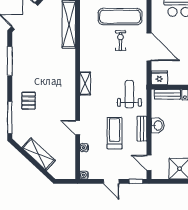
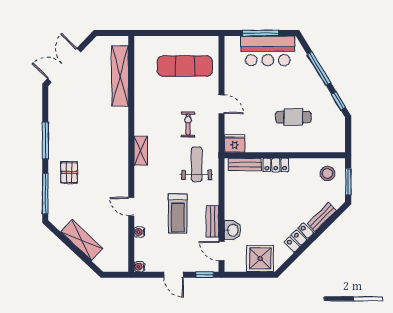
exercise bike: (120, 41) -> (188, 125), moved
door: (149, 47) -> (221, 104), width x0.53
window: (10, 61) -> (45, 141), moved
washbasin: (158, 125) -> (232, 230), moved
bench: (142, 129) -> (213, 221), moved
treadmill: (115, 133) -> (178, 214), turned 180

